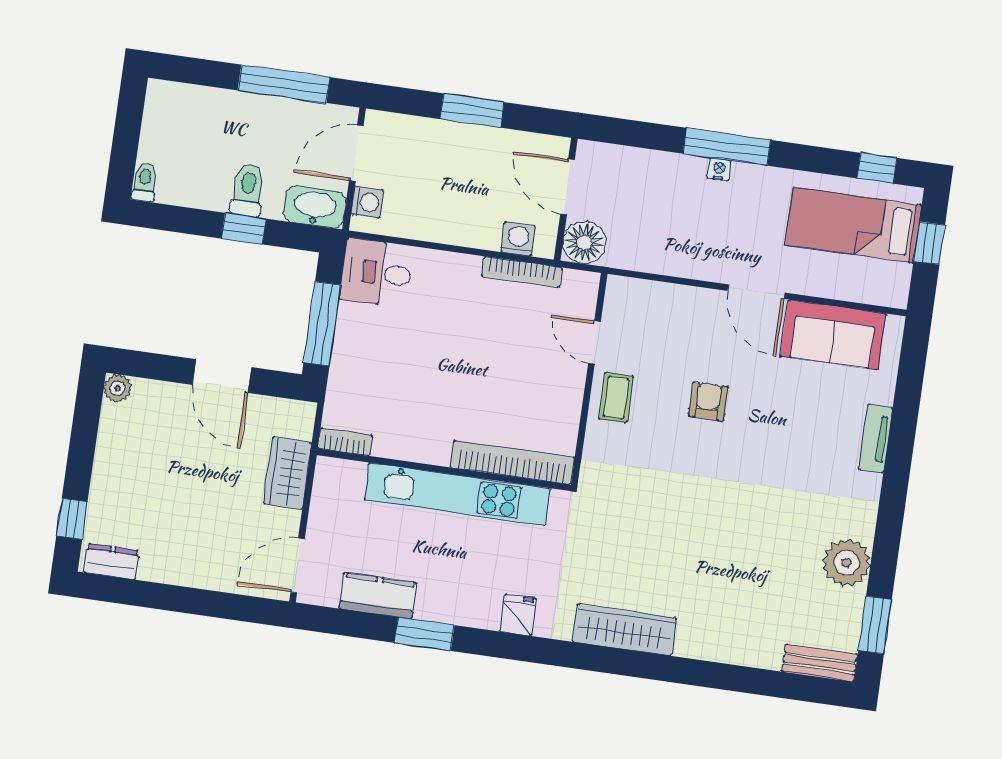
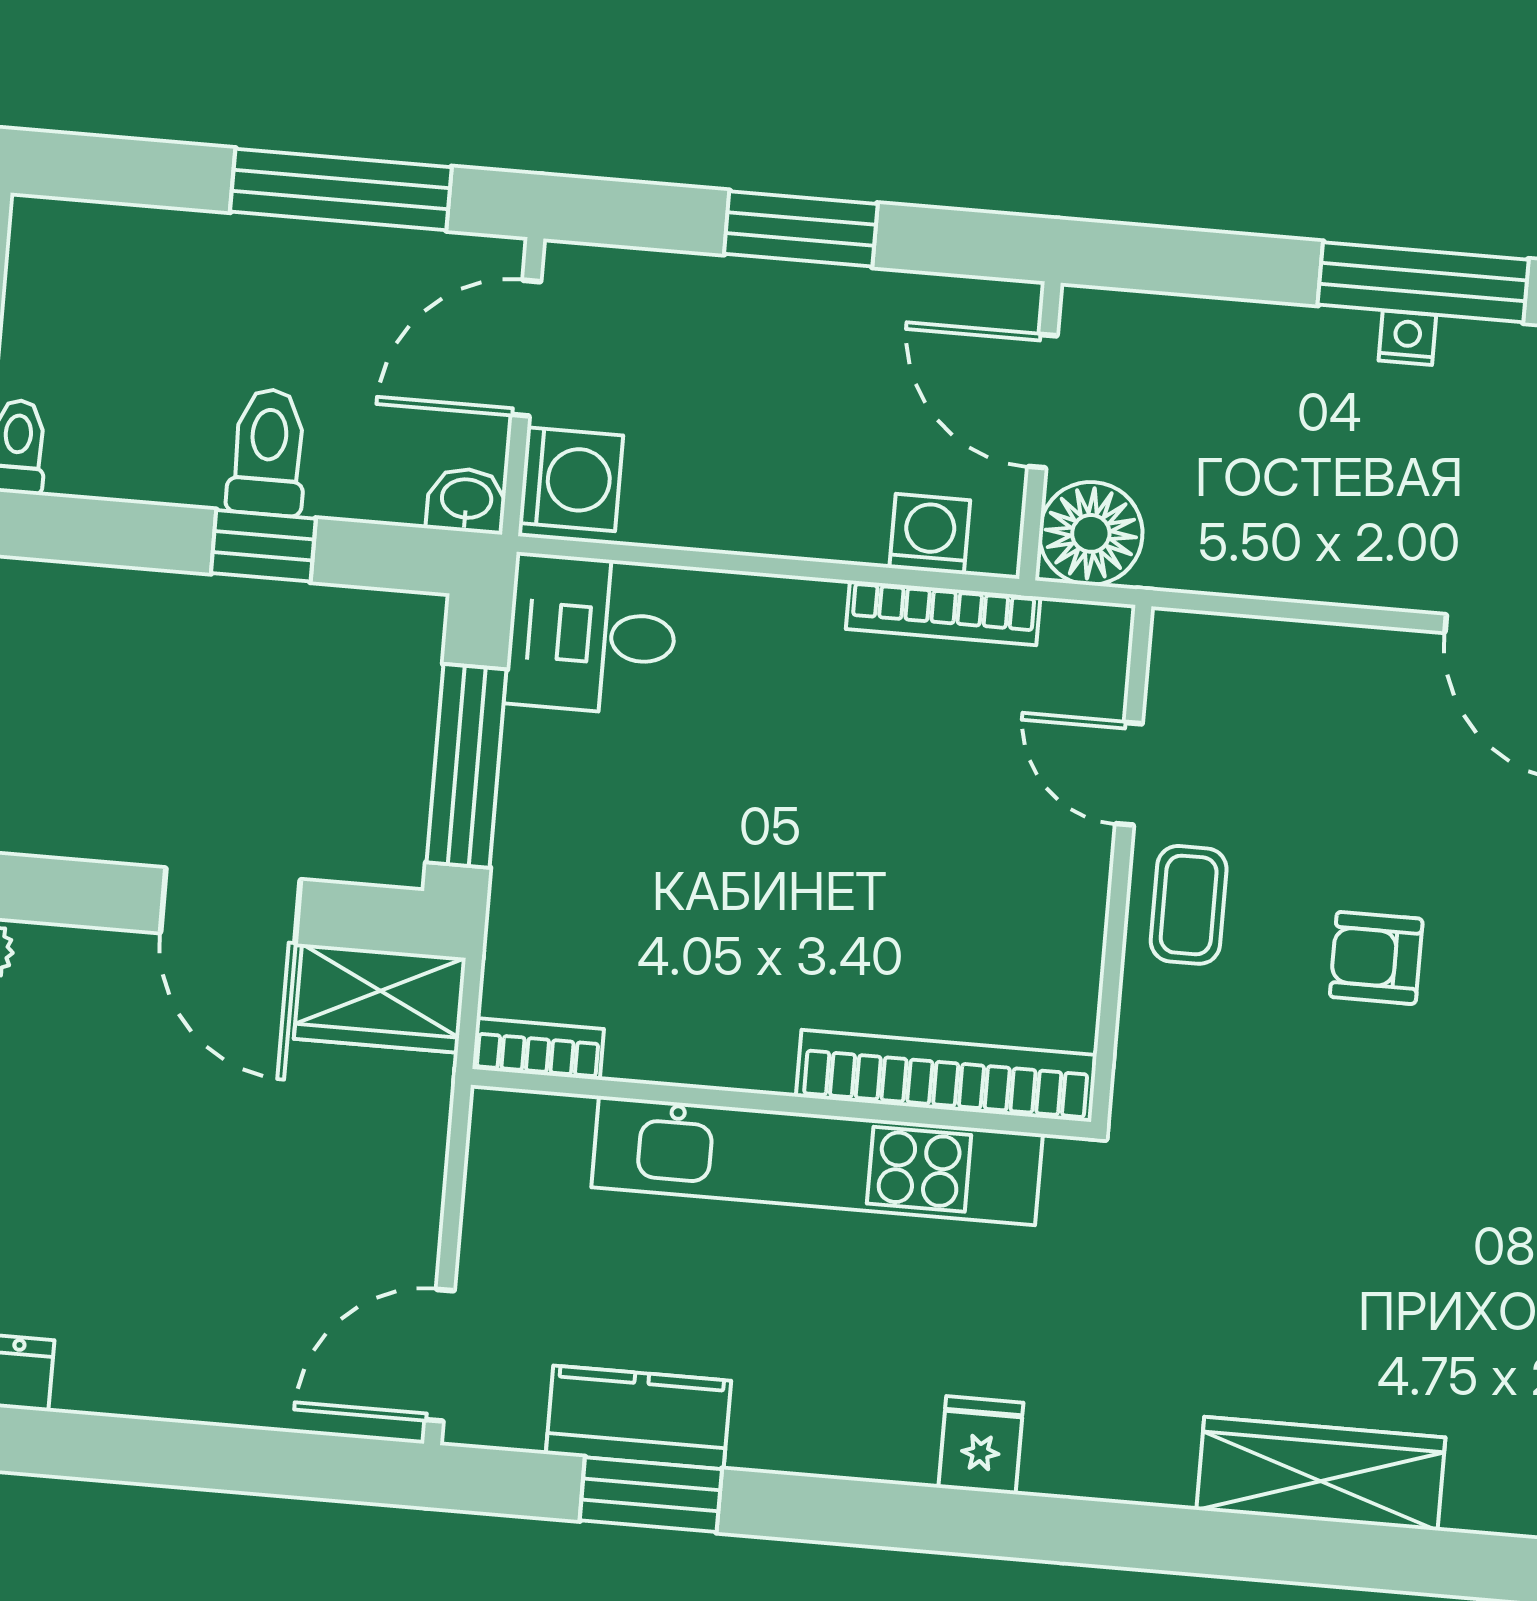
washing machine: (367, 202) -> (571, 479), width x1.38, depth x1.38
washbasin: (315, 207) -> (466, 500), width x0.52, depth x0.69
armchair: (708, 401) -> (1376, 958), moved, turned -90
wardrobe: (288, 473) -> (380, 998), moved, turned -90
wardrobe: (624, 630) -> (1321, 1474), moved
window: (424, 634) -> (651, 1495), moved

